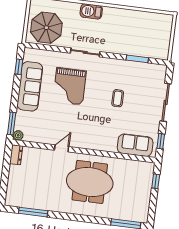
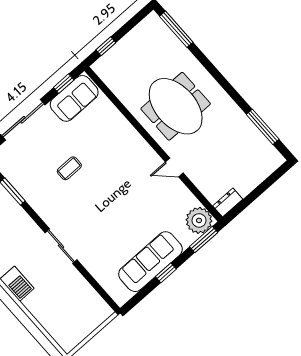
parasol: (46, 28) -> (79, 308), removed
window: (19, 67) -> (166, 273), moved
grand piano: (69, 86) -> (109, 225), removed
plant: (18, 135) -> (199, 220), width x1.87, depth x1.87
sofa: (135, 145) -> (74, 98), moved, turned -90

